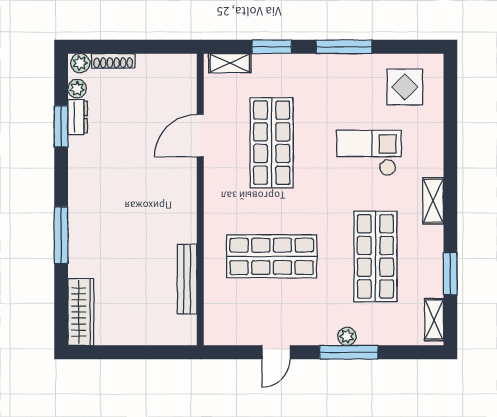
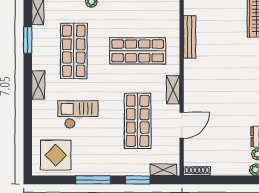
shoe rack: (113, 61) -> (197, 171), moved
display table: (405, 87) -> (56, 155), width x1.36, depth x1.36
checkout: (369, 153) -> (78, 115), turned 180
shelving: (214, 193) -> (173, 90), added

